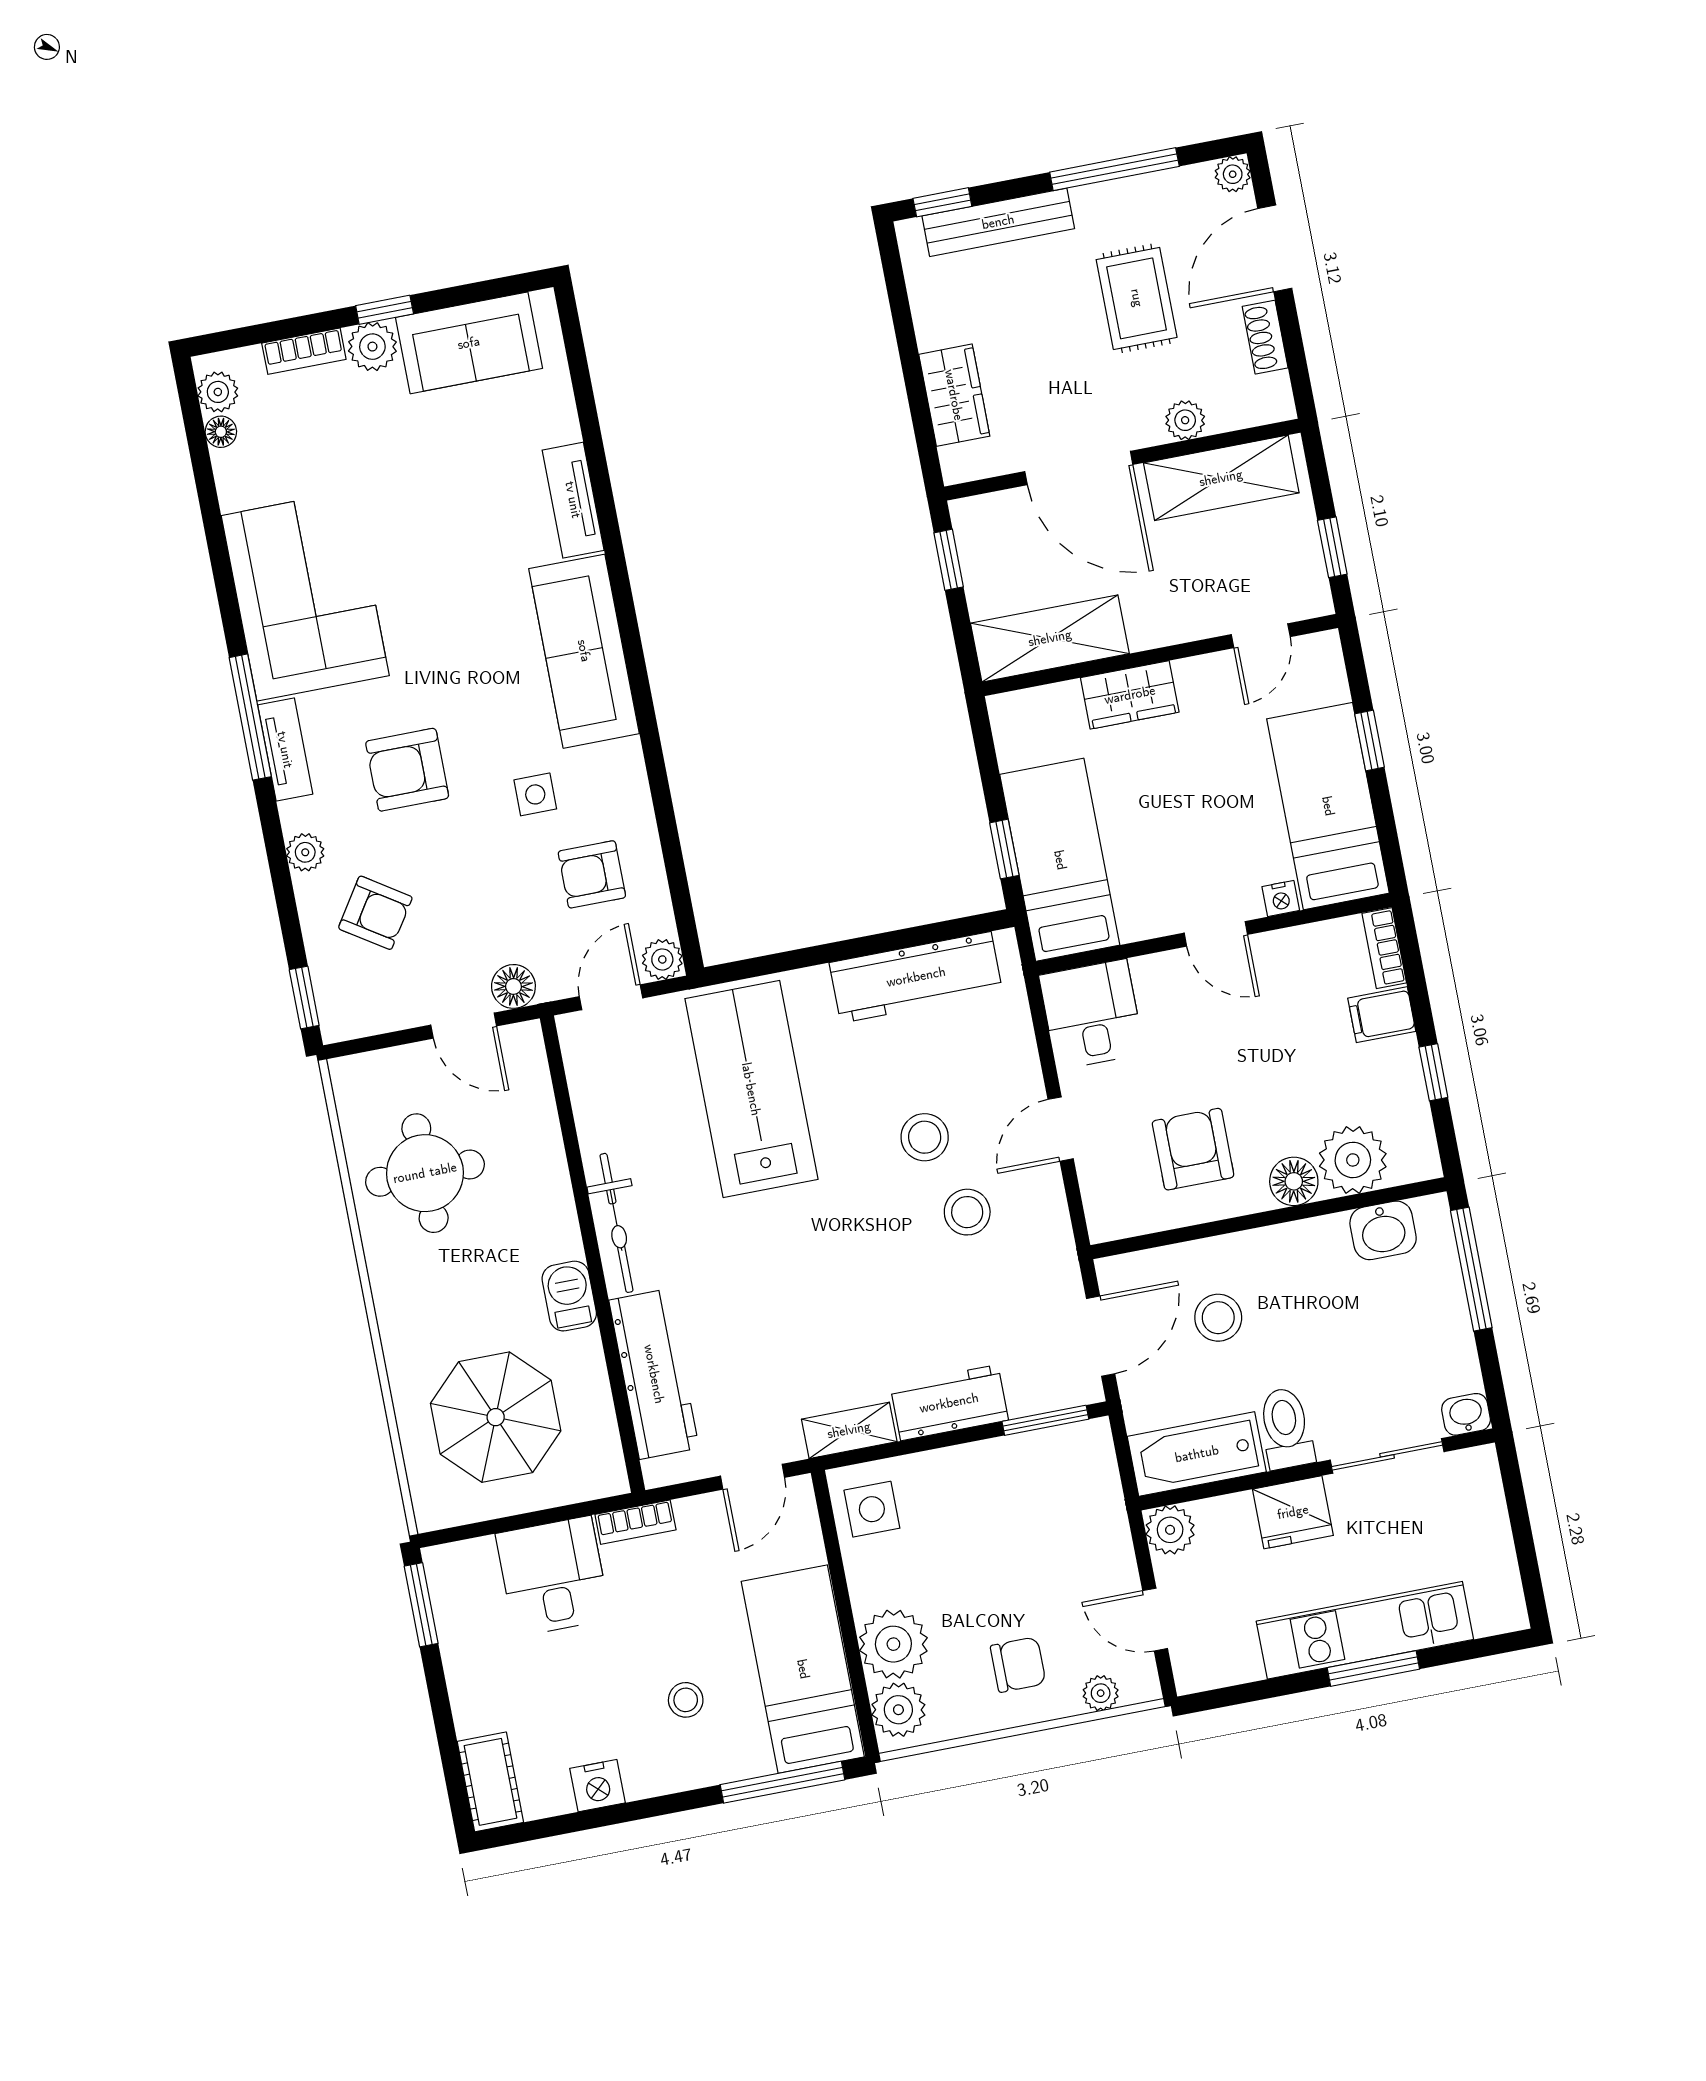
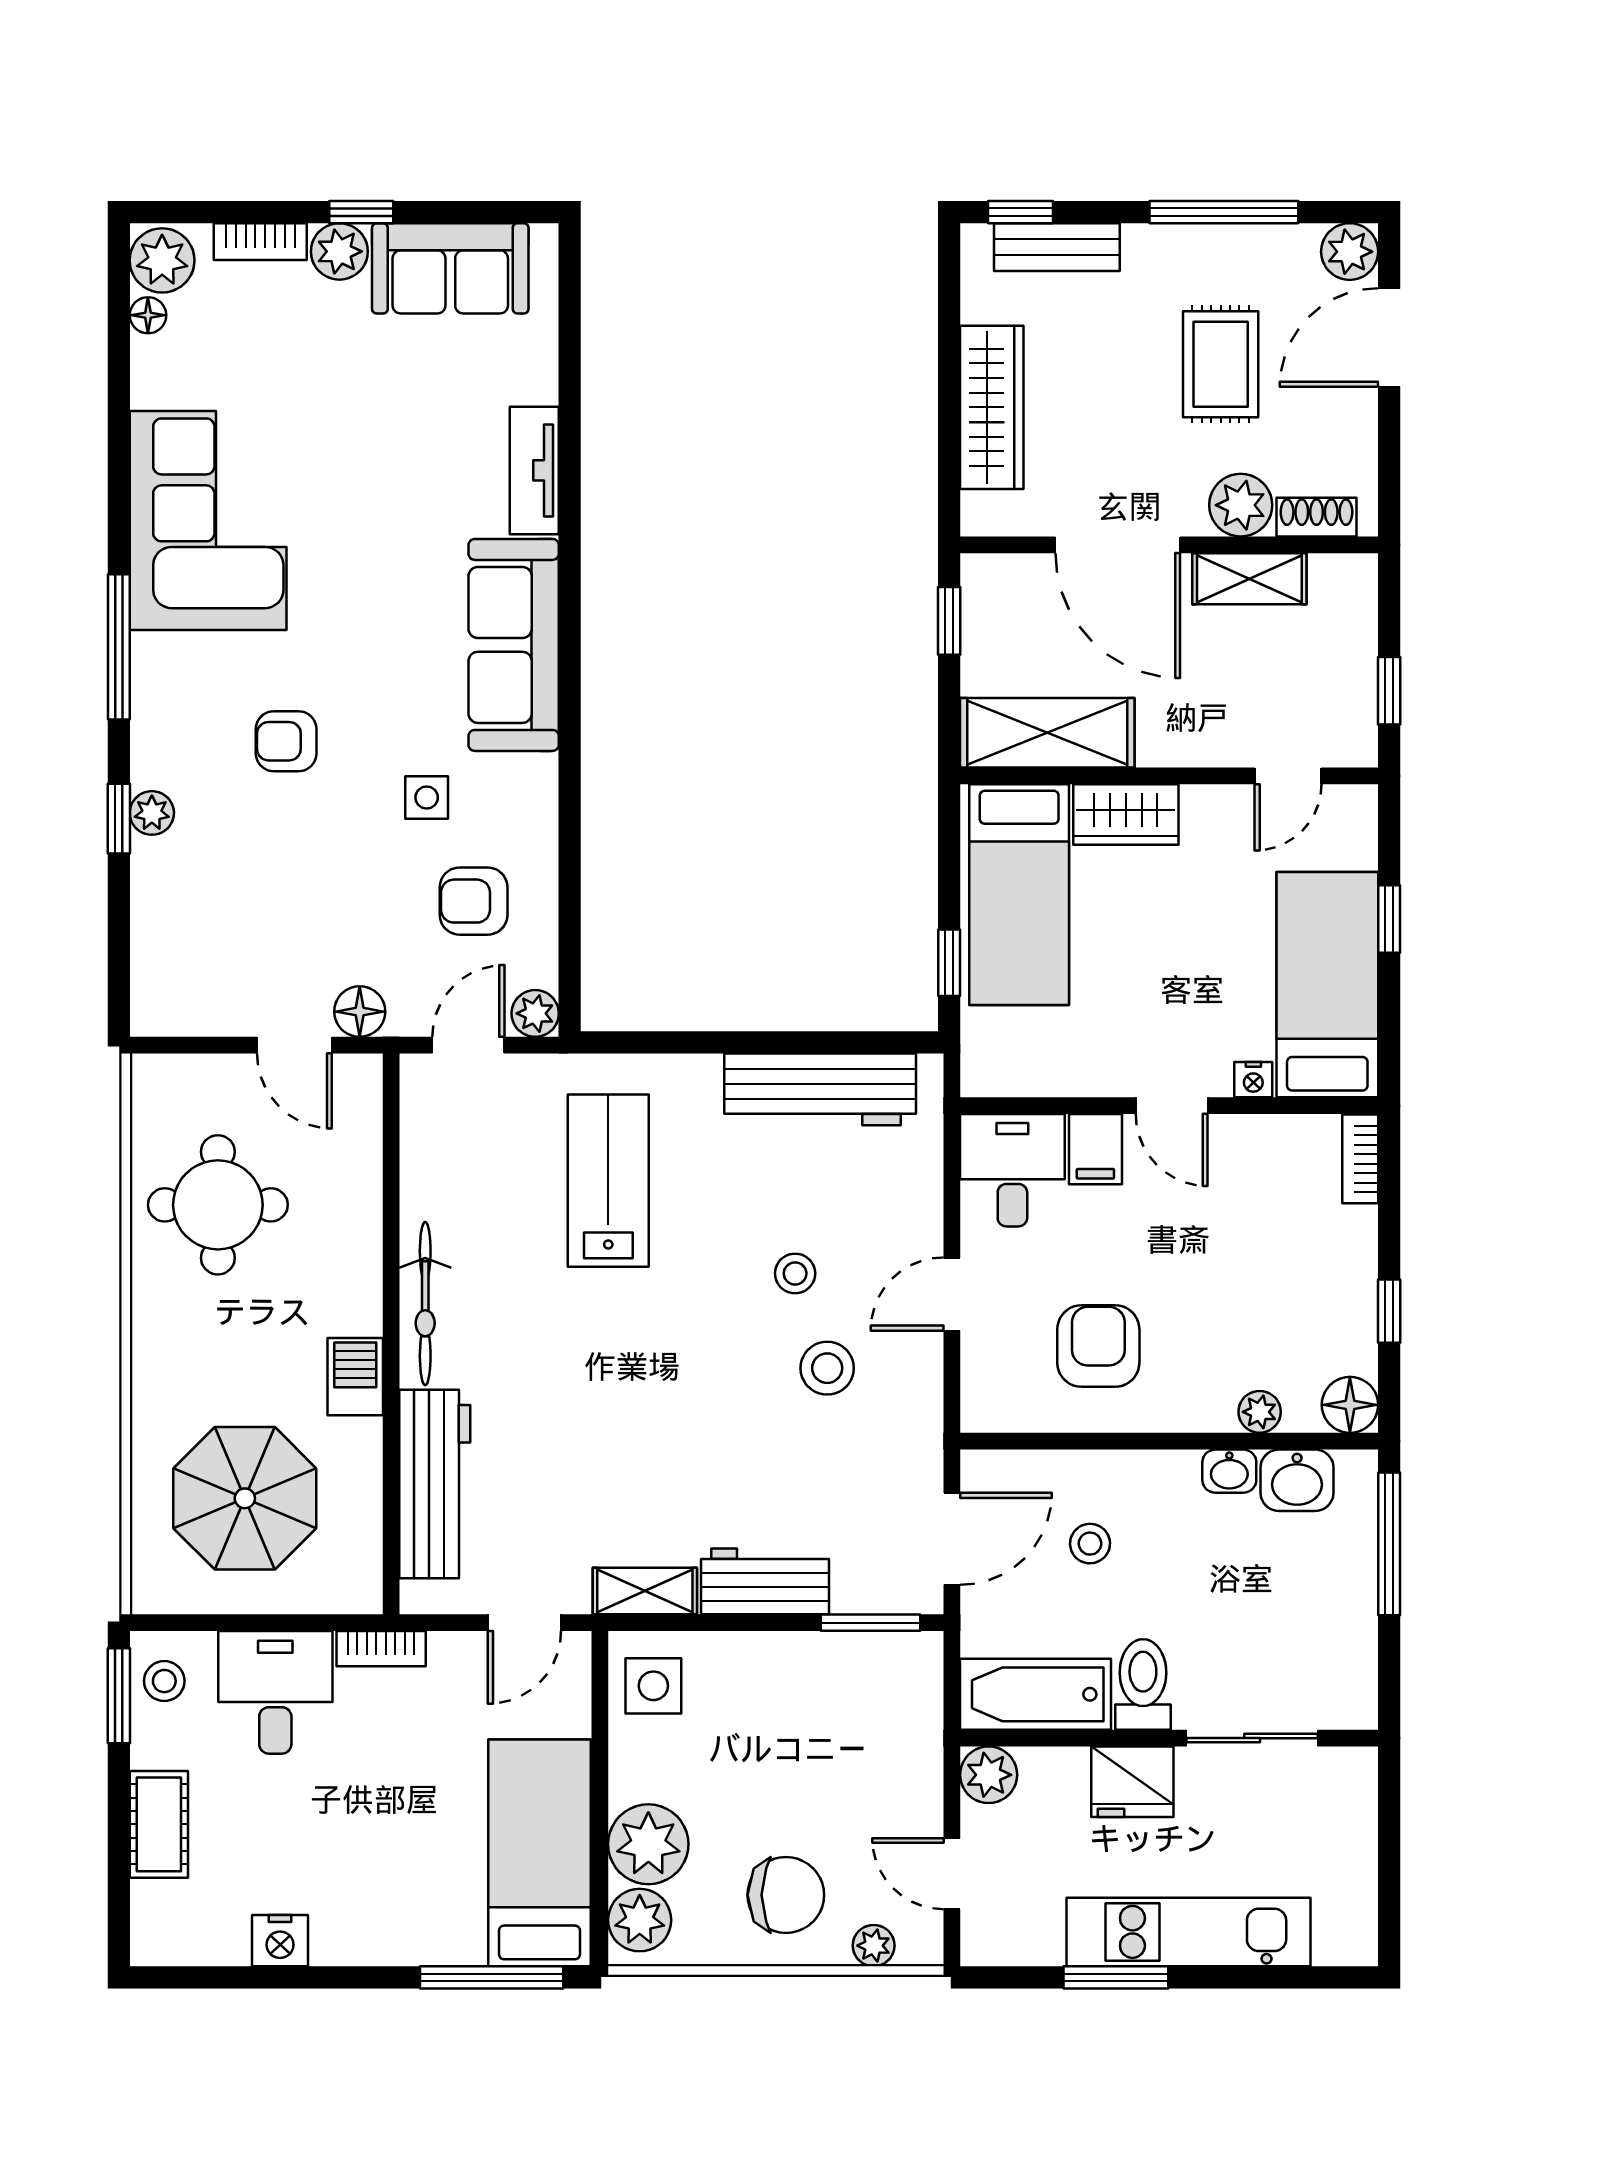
plant: (1233, 174) -> (1350, 252), width x1.38, depth x1.38
bench: (998, 222) -> (1057, 247), width x0.73
shoe rack: (1265, 337) -> (1317, 517), moved, turned 90
plant: (218, 392) -> (162, 260), width x1.38, depth x1.38
wardrobe: (954, 395) -> (992, 407), width x1.50
plant: (1185, 420) -> (1241, 505), width x1.38, depth x1.38
shelving: (1221, 478) -> (1249, 579), width x0.67, depth x0.75
tv unit: (285, 750) -> (152, 691), removed
armchair: (407, 770) -> (286, 741), width x0.72, depth x0.72
bed: (1060, 860) -> (1019, 895), moved, turned 180
armchair: (375, 913) -> (218, 897), removed
window: (304, 997) -> (119, 819), moved
filing cabinet: (1382, 1015) -> (1095, 1149), moved, turned -90
lab bench: (751, 1089) -> (608, 1181), width x0.73, depth x0.72
stool: (925, 1137) -> (795, 1273), width x0.73, depth x0.73
plant: (1353, 1160) -> (1260, 1412), width x0.53, depth x0.53
floor lamp: (1294, 1181) -> (1350, 1405), moved
stool: (1218, 1318) -> (1090, 1544), width x0.73, depth x0.73
washbasin: (1466, 1414) -> (1229, 1471), moved, turned 180
chair: (1018, 1665) -> (786, 1895), width x1.37, depth x1.37
window: (1373, 1668) -> (1116, 1977), moved
stool: (686, 1700) -> (164, 1681), moved
cot: (490, 1782) -> (159, 1824), moved

